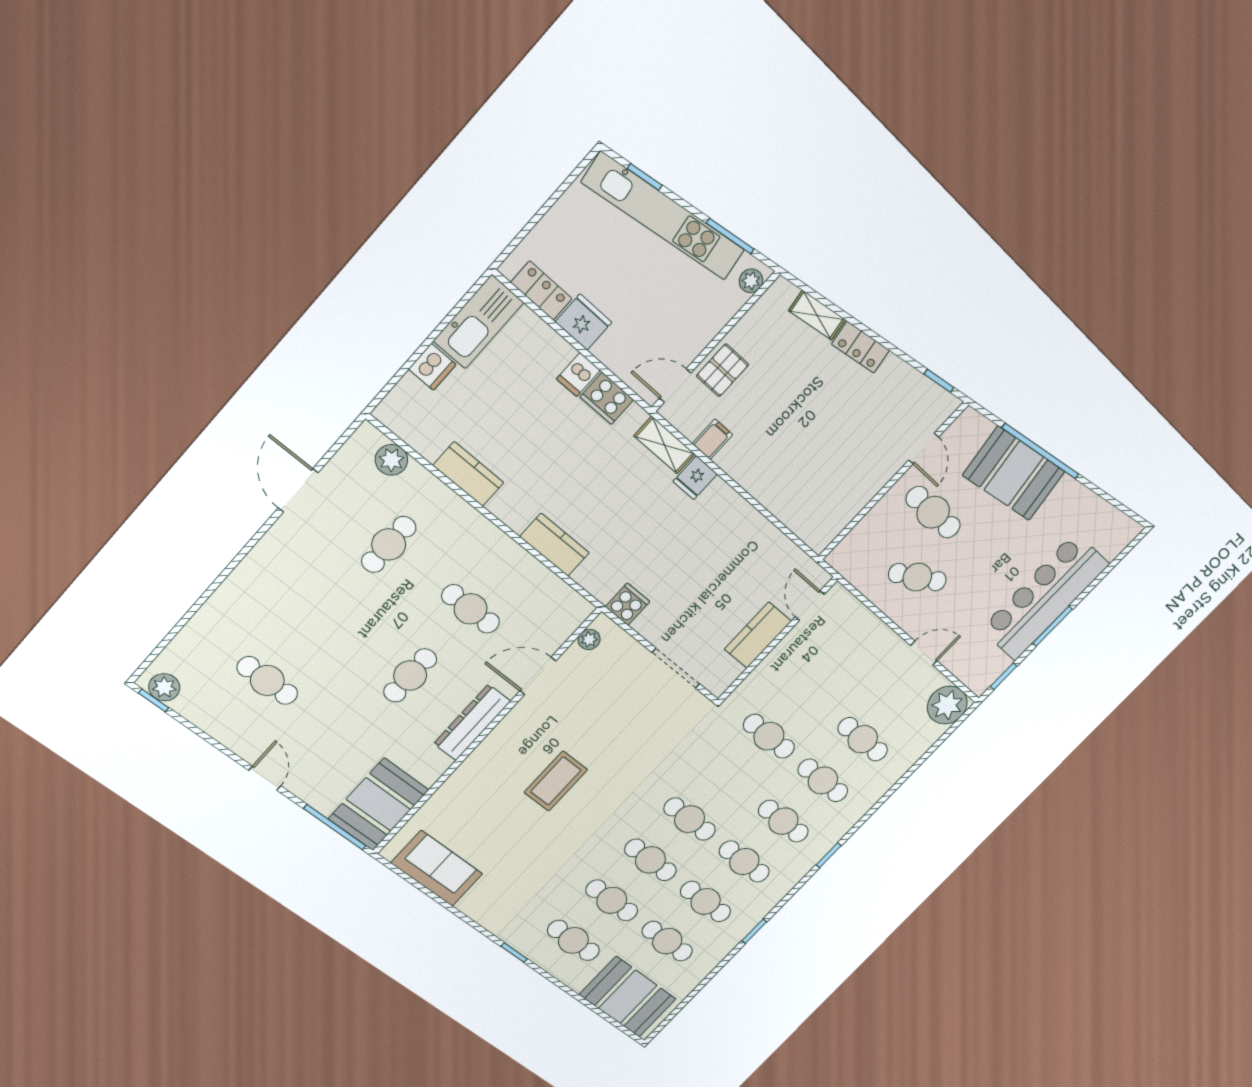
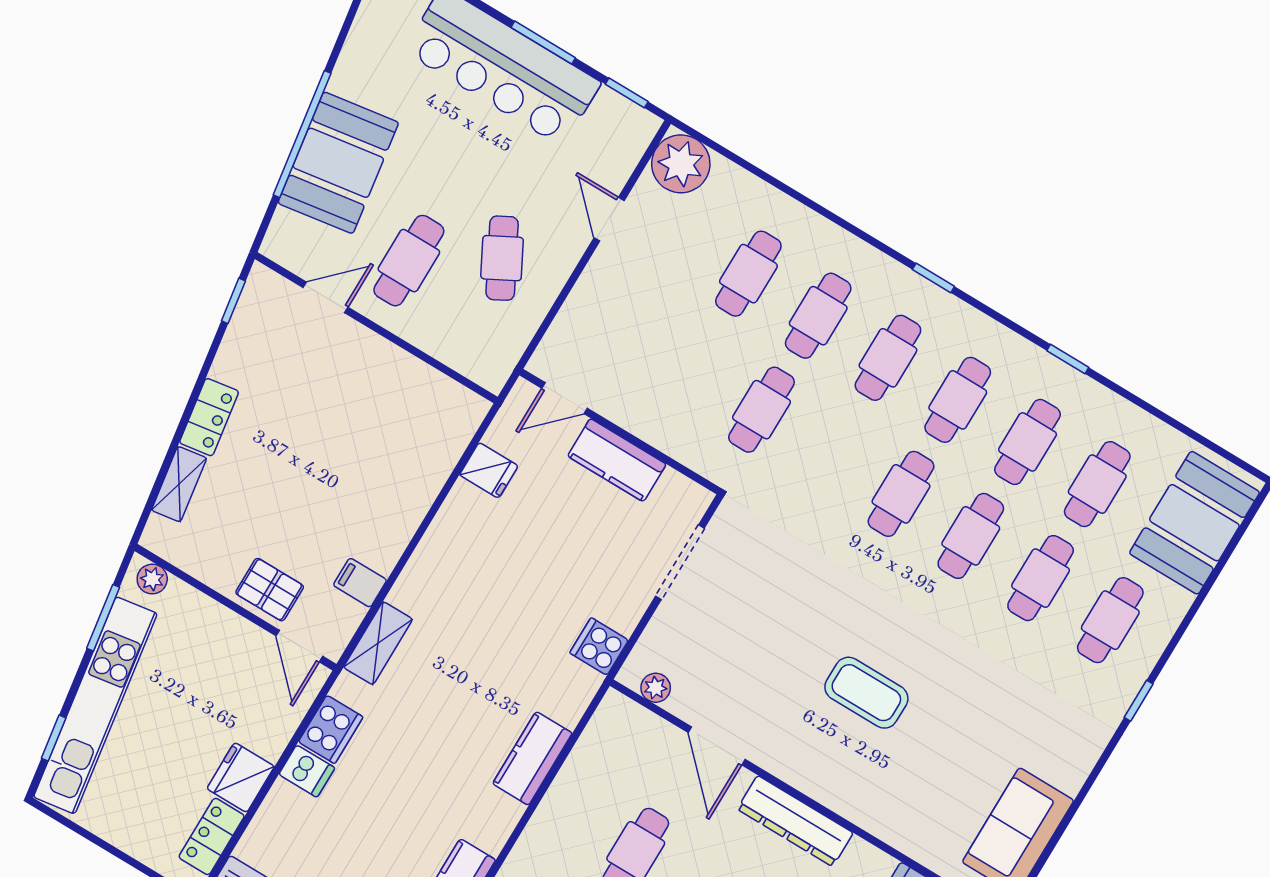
fridge: (695, 478) -> (489, 470), moved

